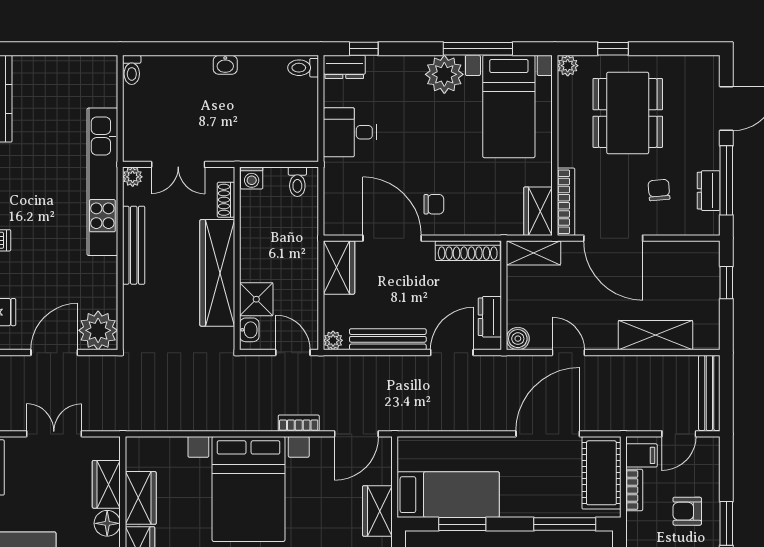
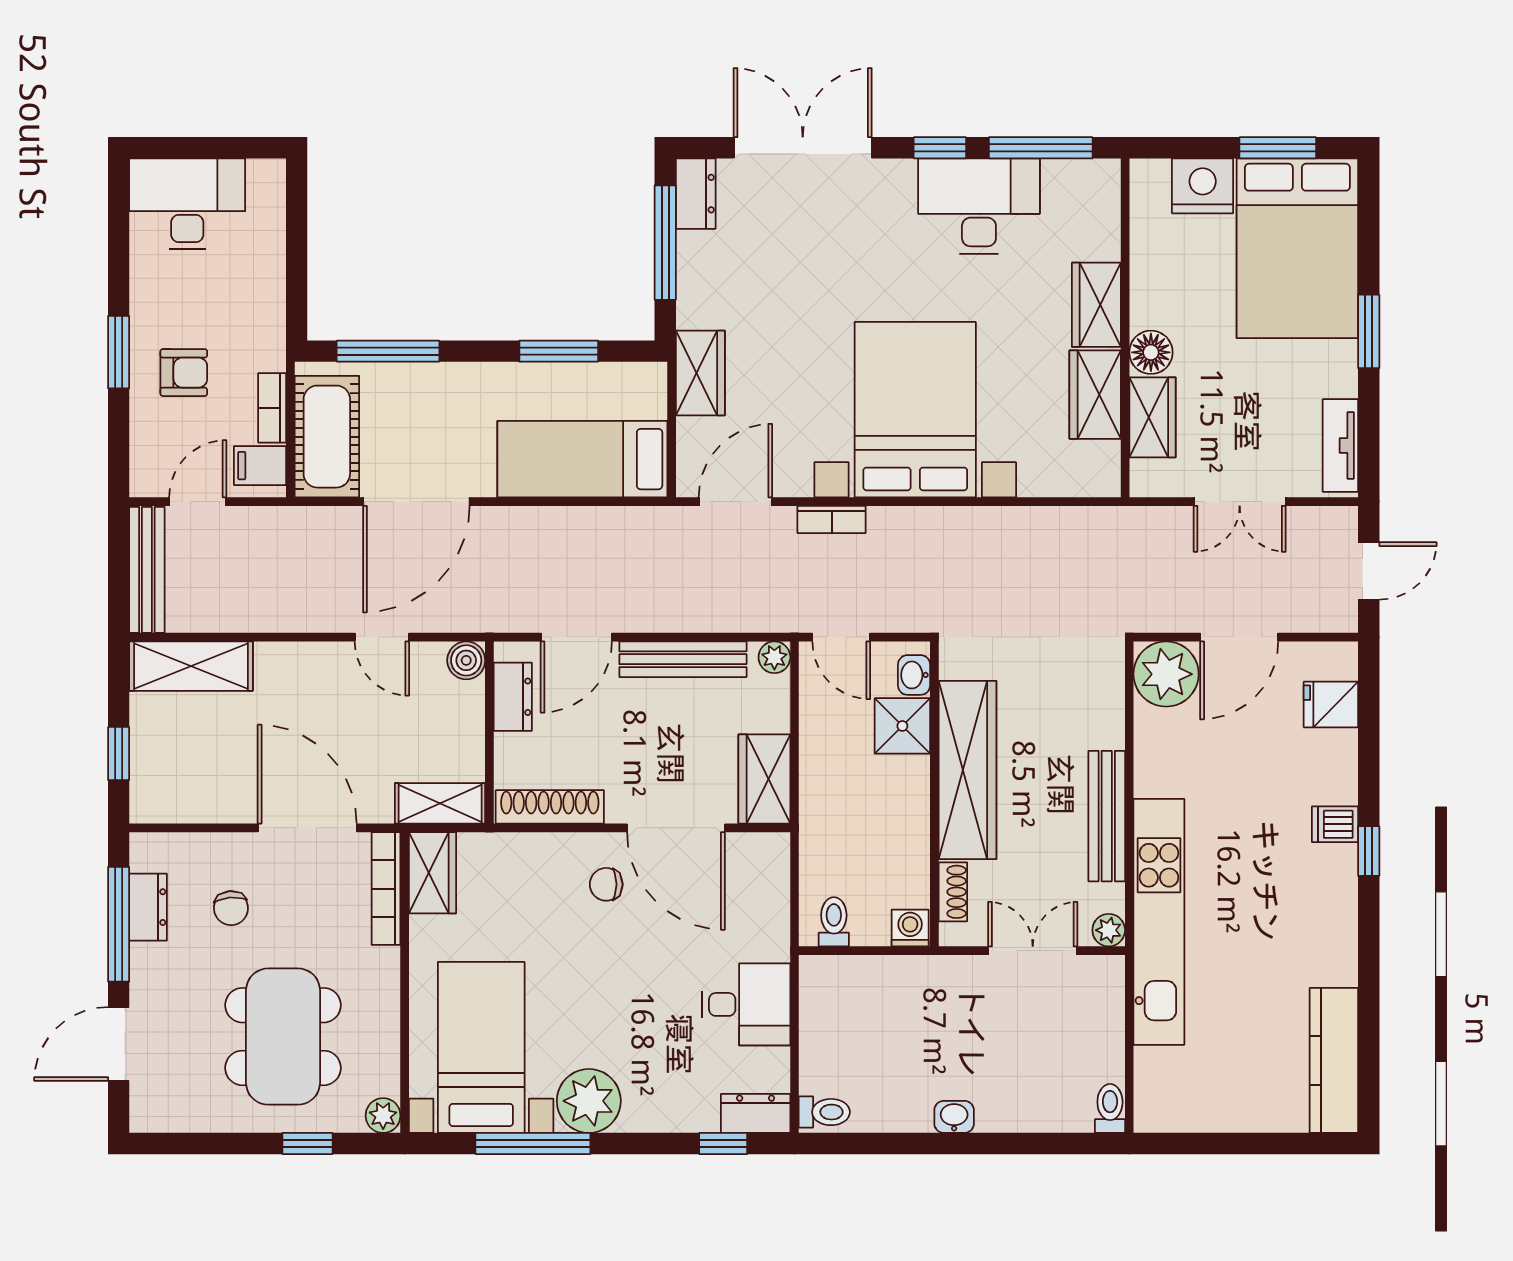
shelving: (655, 335) -> (191, 666), moved
bed: (448, 495) -> (582, 459), moved

